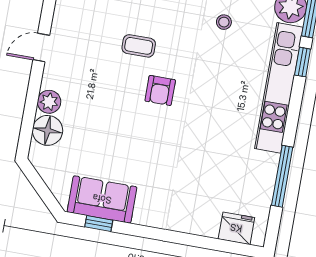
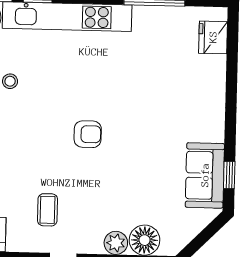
coffee table: (139, 46) -> (47, 210), moved

